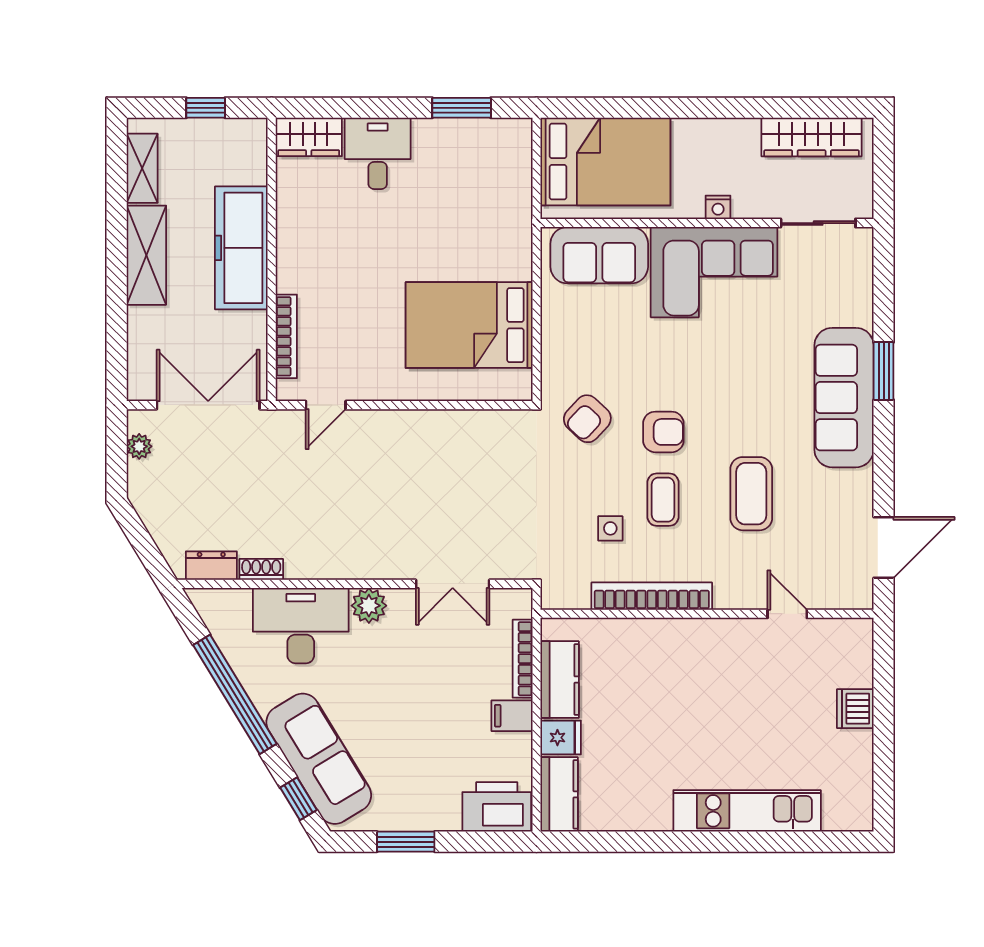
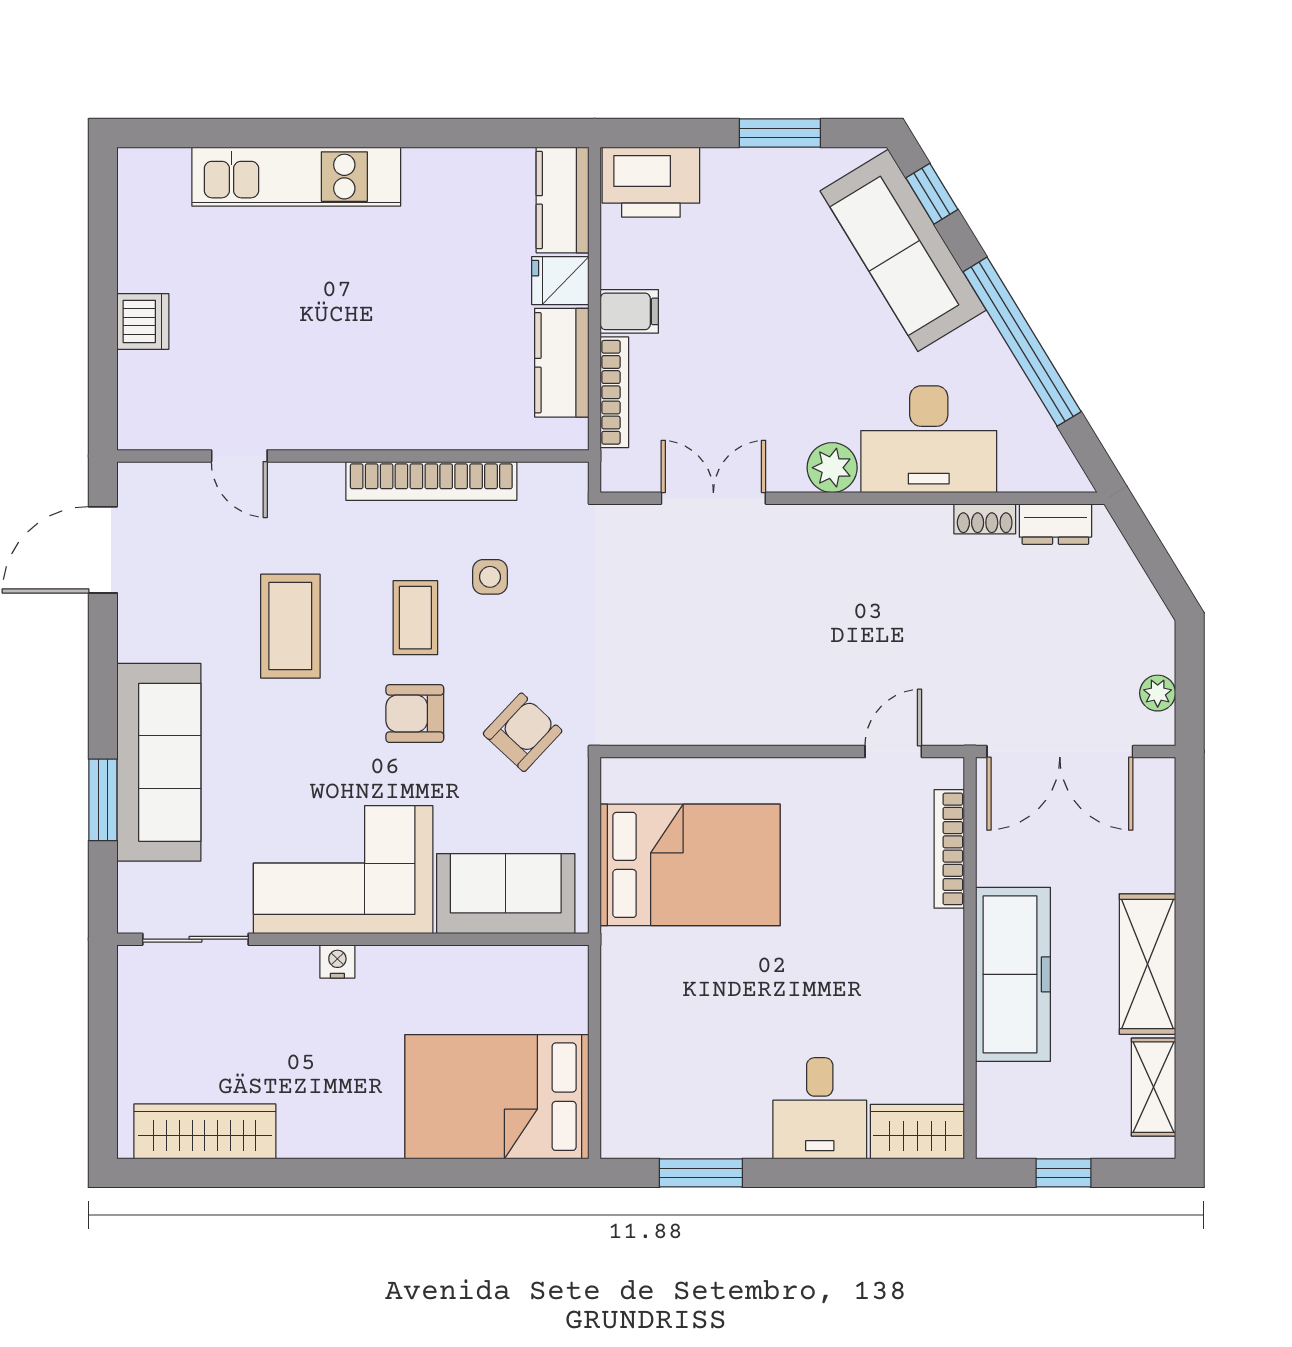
nightstand: (718, 207) -> (337, 961), moved
wall: (707, 223) -> (353, 939), moved
sliding door: (818, 223) -> (195, 939), moved
sofa: (599, 255) -> (506, 894), moved
corner sofa: (714, 272) -> (343, 870), moved

